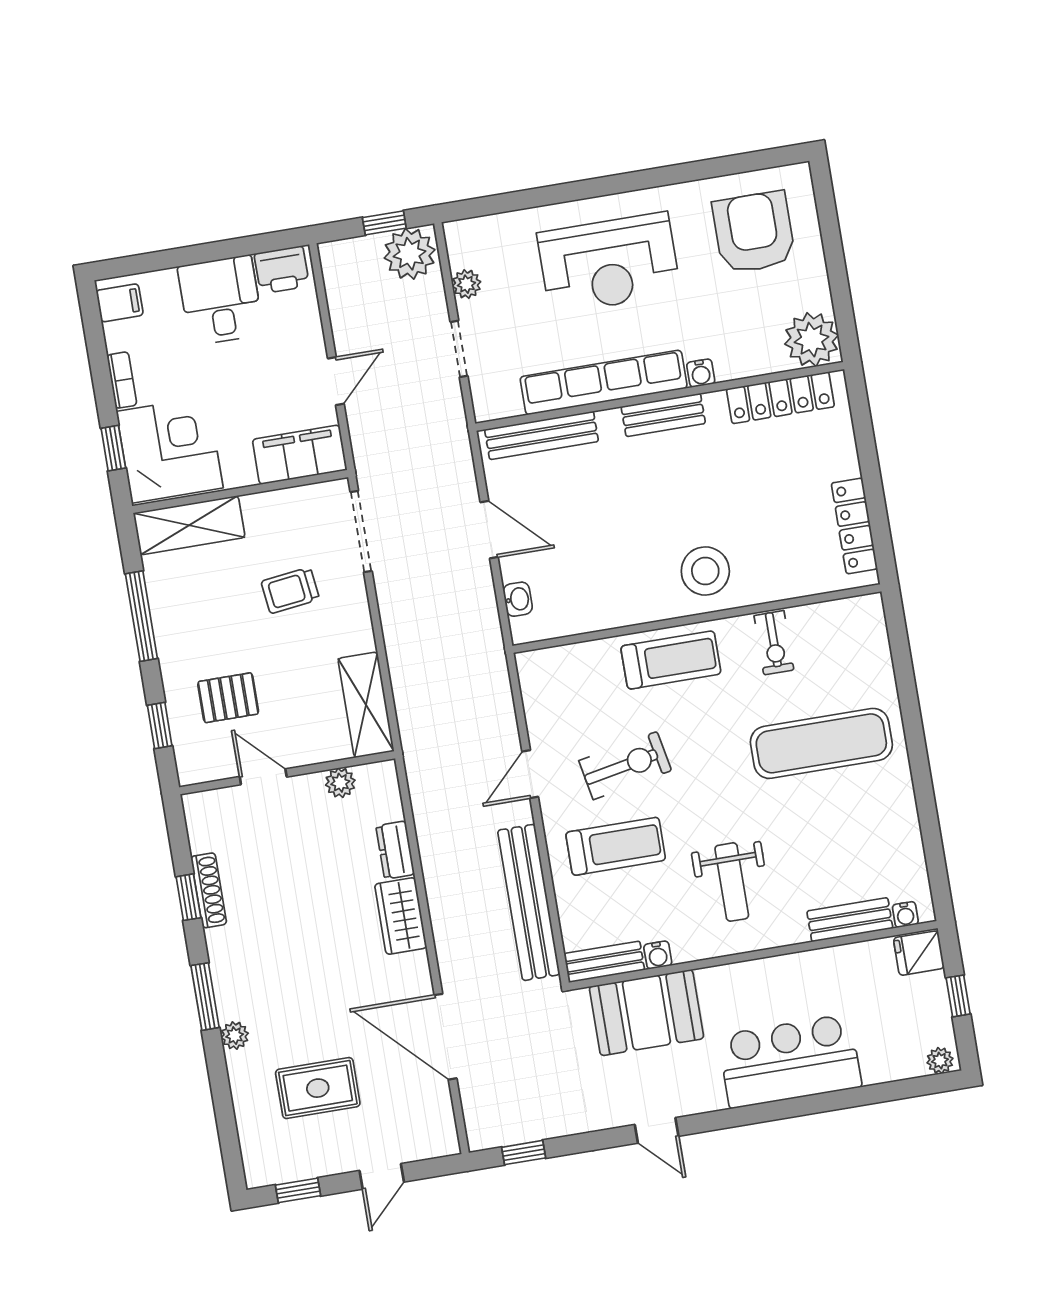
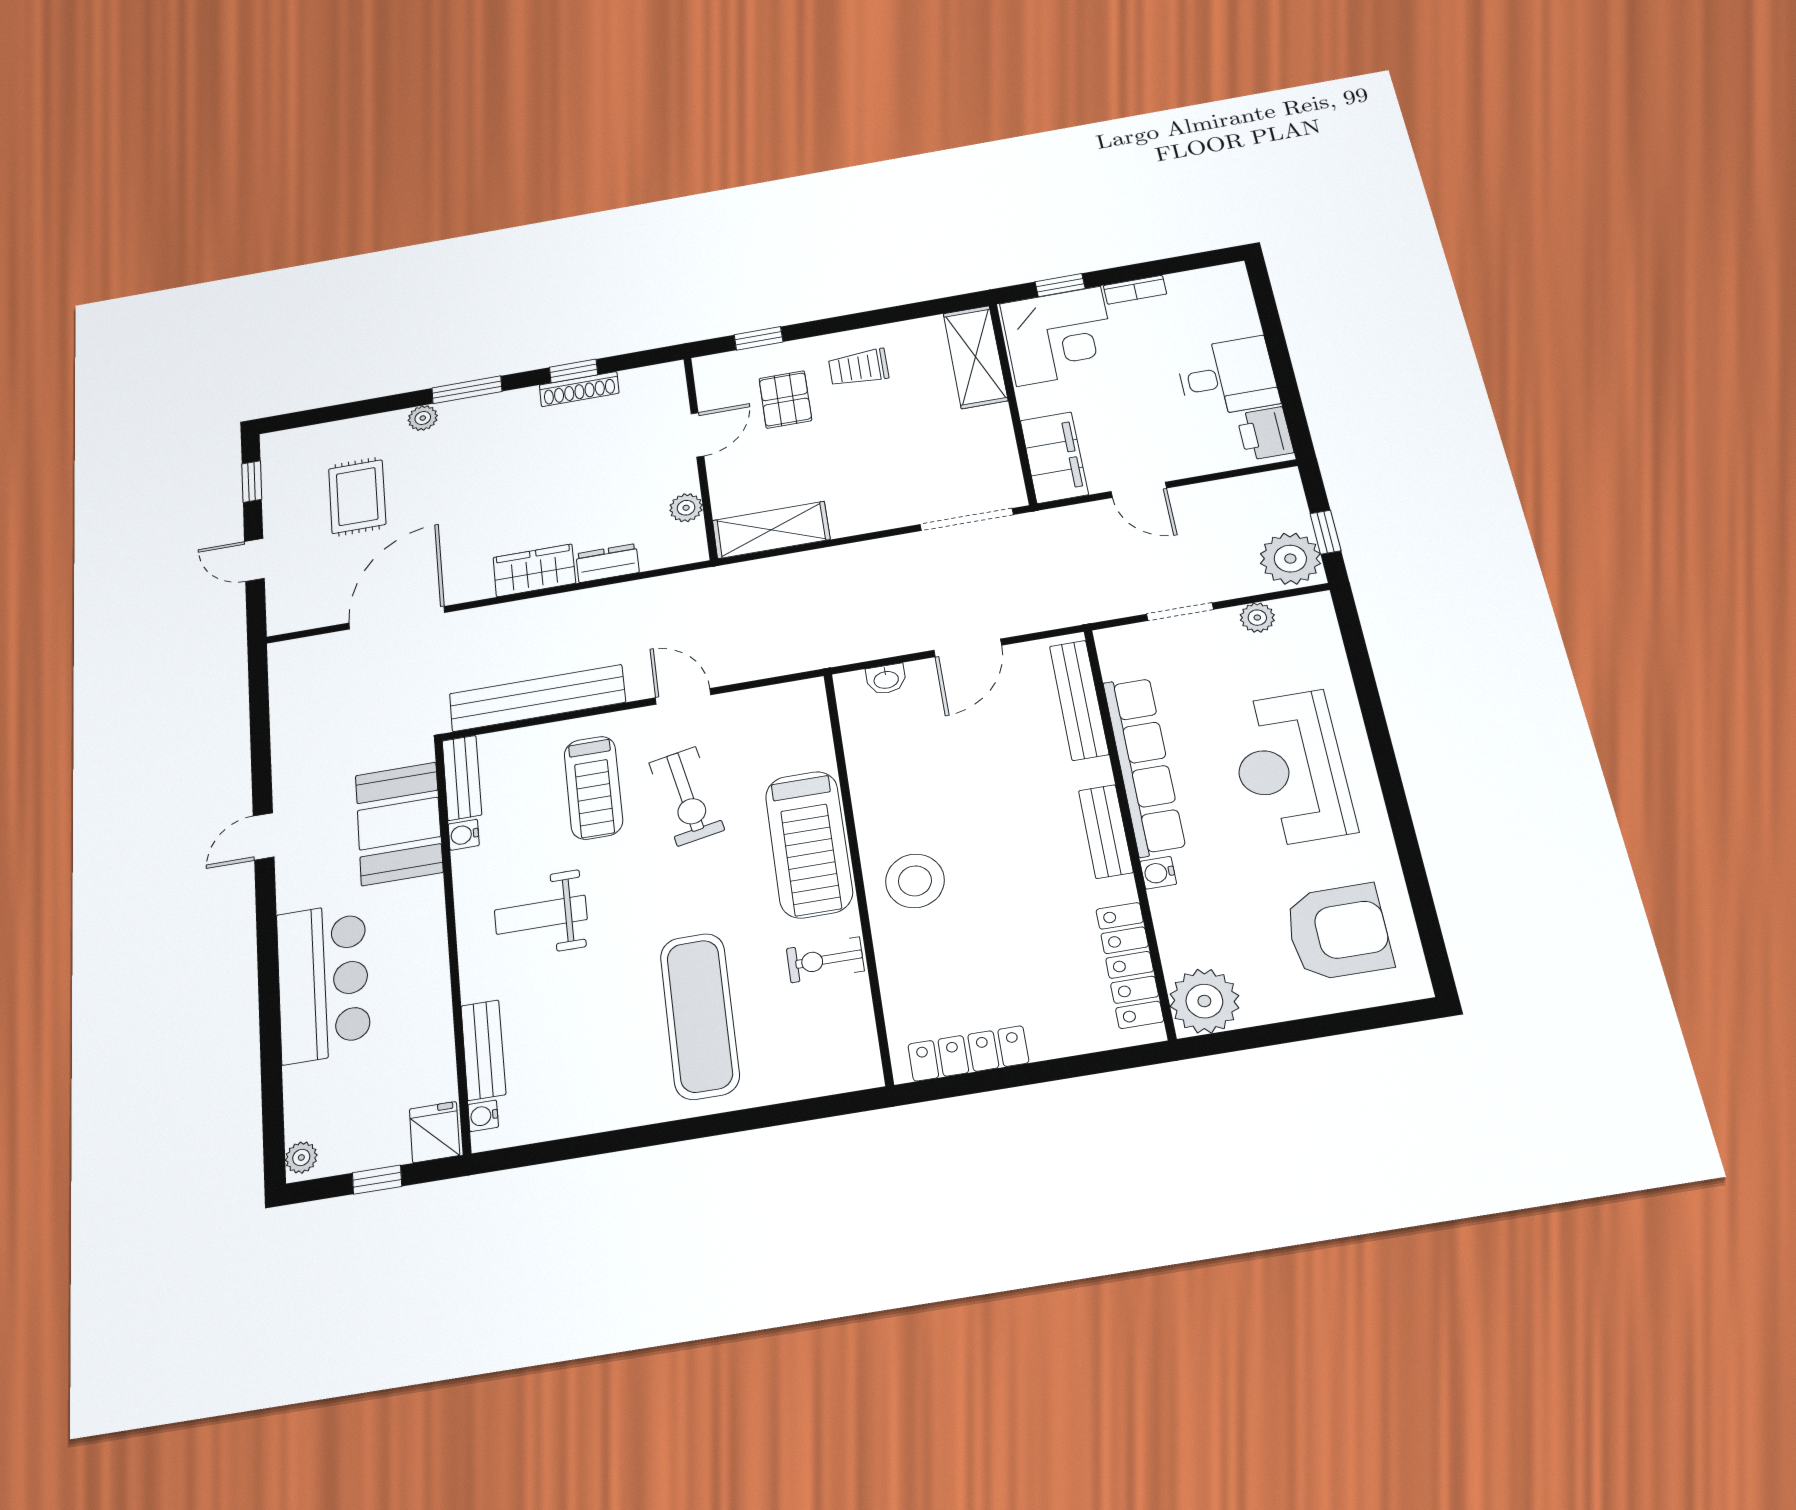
filing cabinet: (120, 303) -> (1221, 284), removed
trolley: (290, 590) -> (859, 368), moved, turned -83
window: (141, 616) -> (877, 317), removed
treadmill: (671, 660) -> (809, 844), width x1.37, depth x1.38
window: (524, 1153) -> (259, 699), removed

